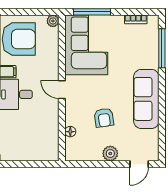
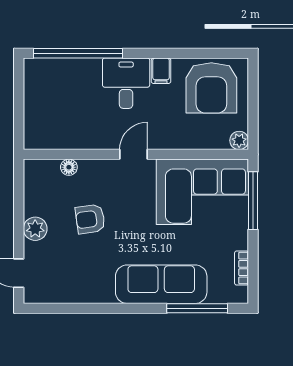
sofa: (146, 99) -> (161, 284), moved

